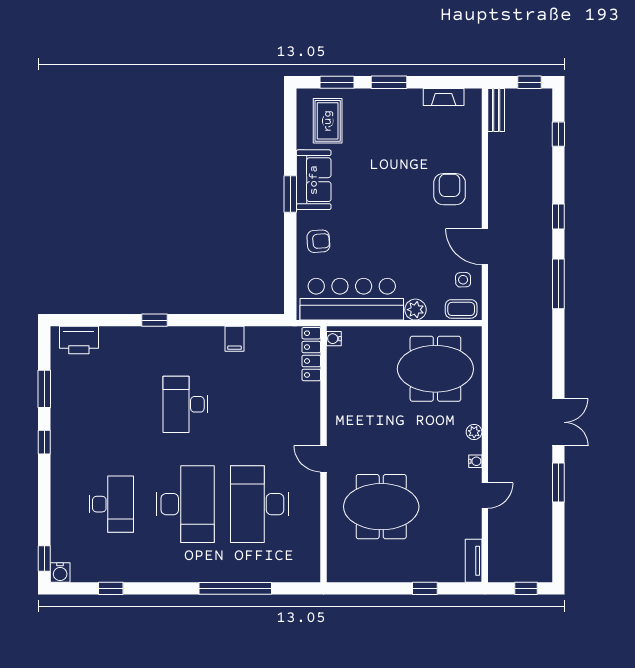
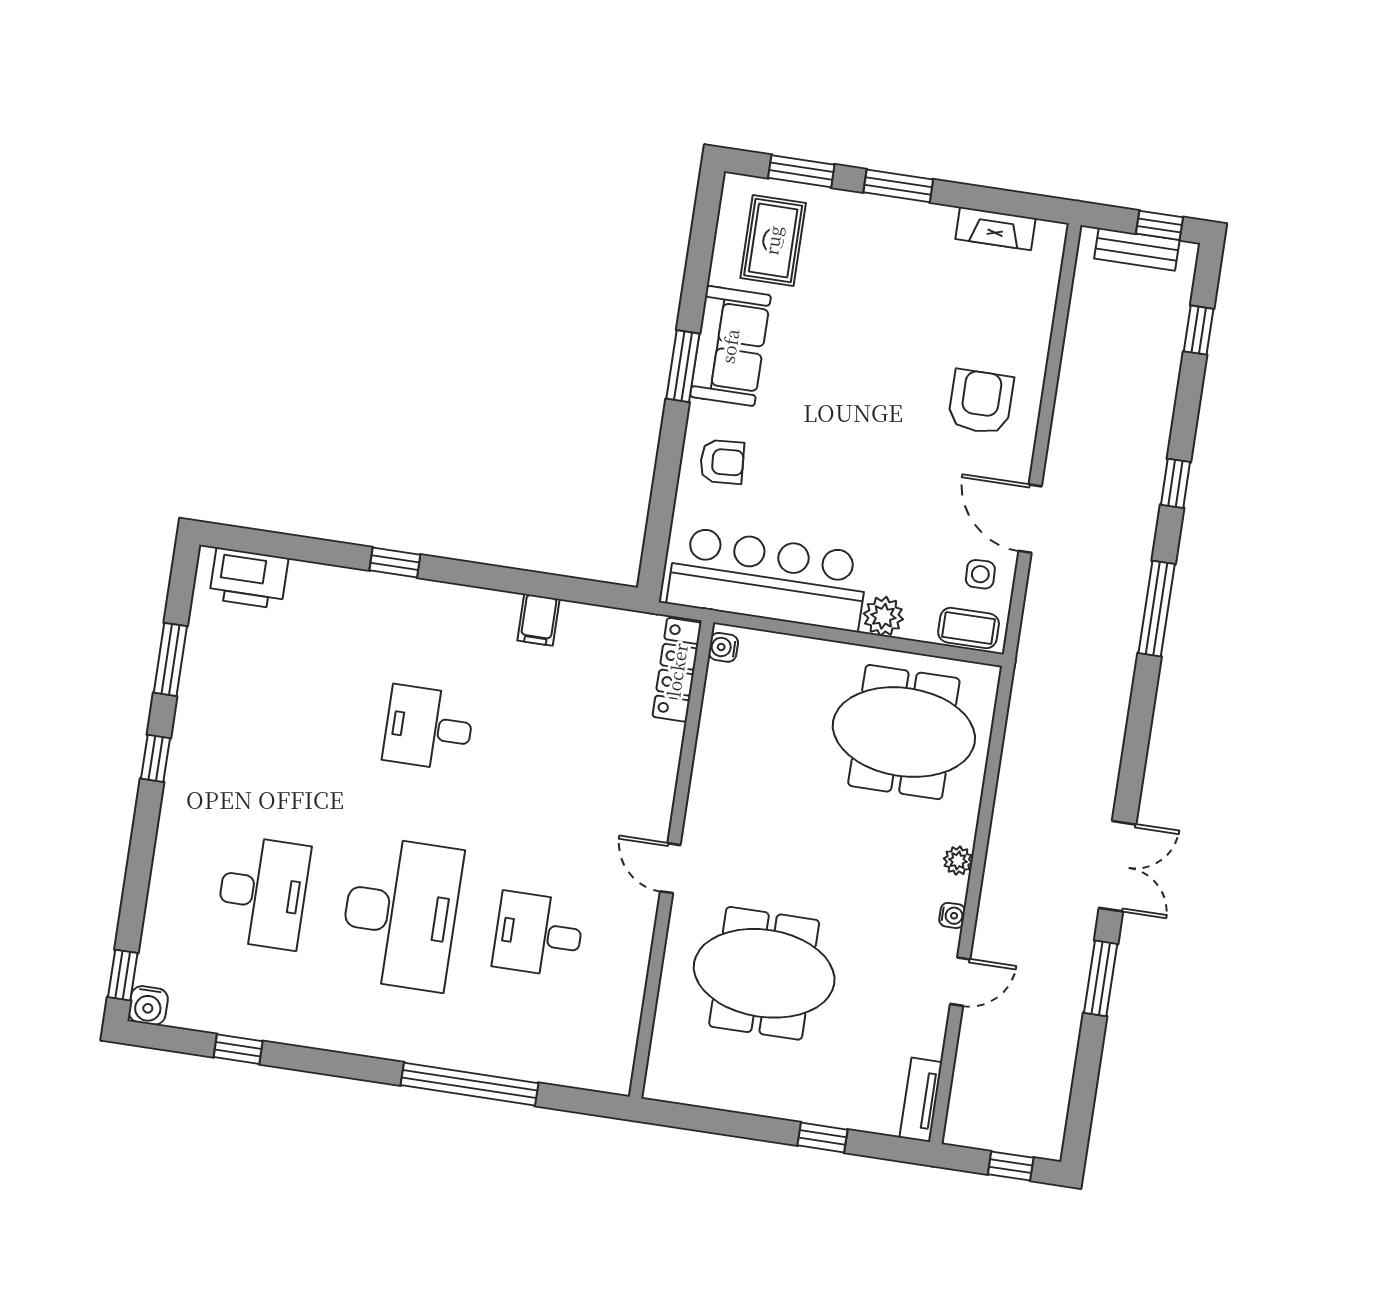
bench: (496, 110) -> (1137, 249), moved, turned 90
desk: (185, 404) -> (429, 728), width x0.73
desk: (259, 504) -> (538, 934), width x0.53, depth x0.77

